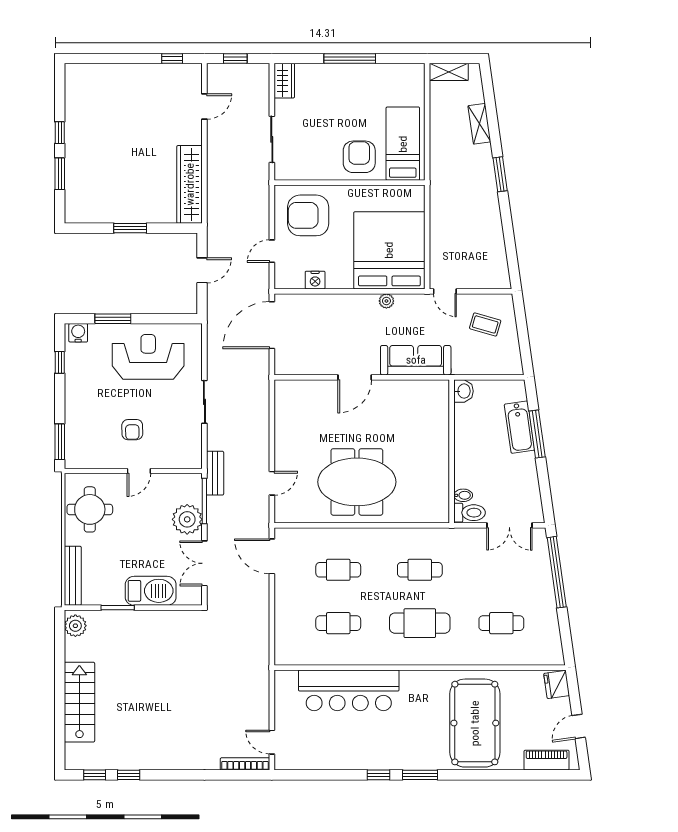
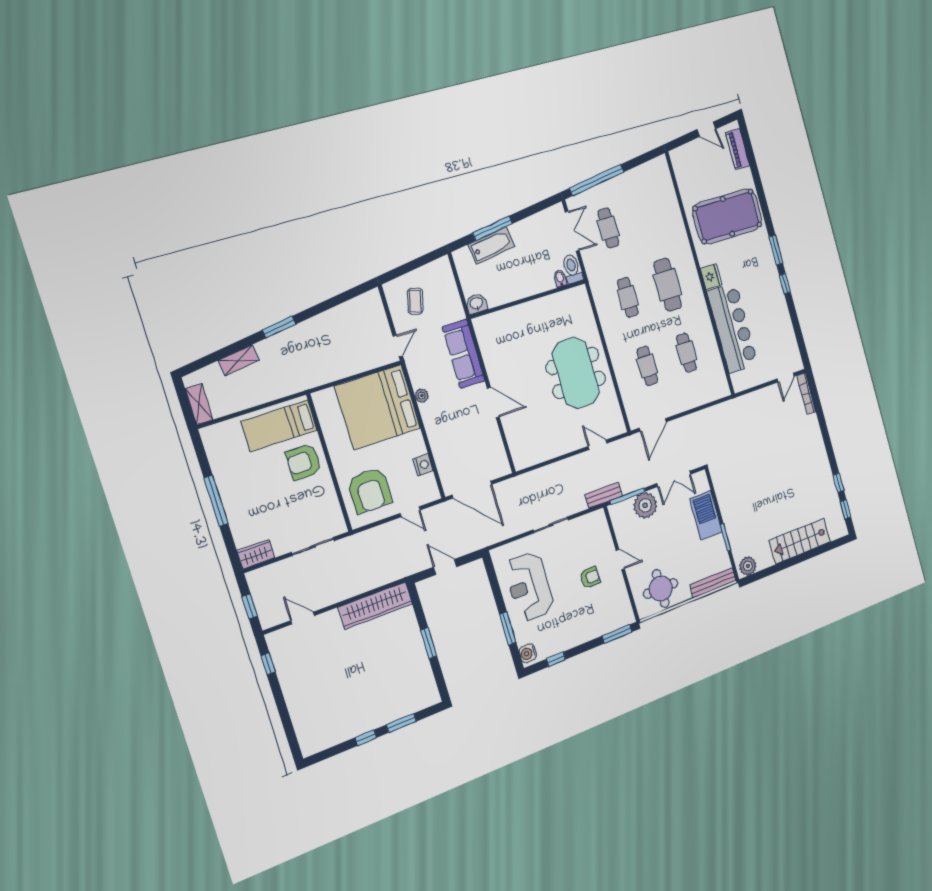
cafe table: (501, 623) -> (608, 228), moved
fridge: (557, 685) -> (711, 277), moved, turned -82

